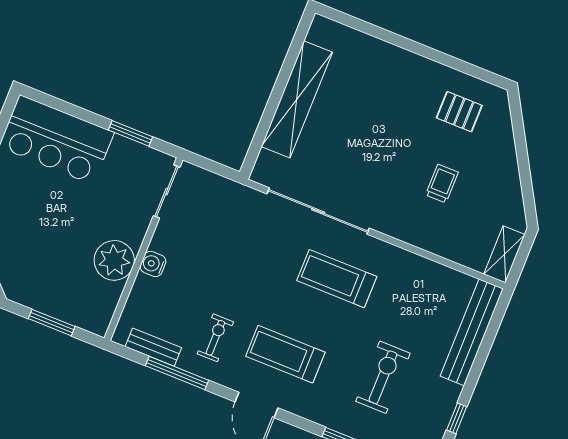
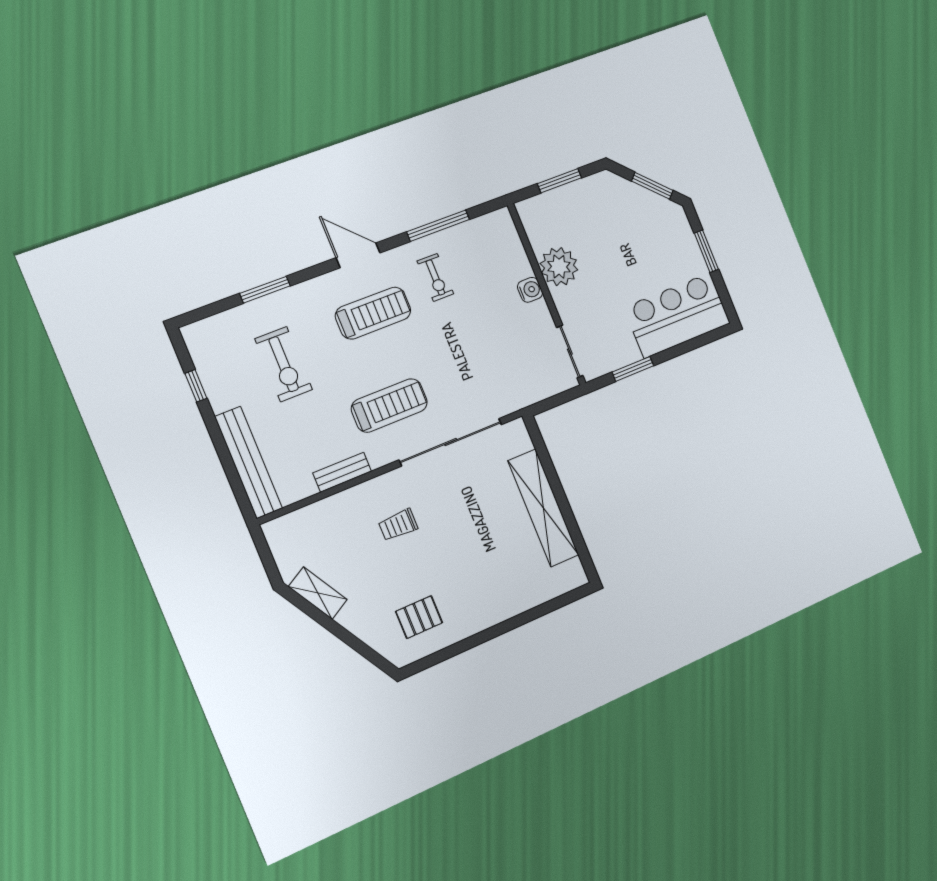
trolley: (442, 184) -> (398, 525), moved, turned 90
shelving: (504, 254) -> (318, 593), moved, turned -30
bench: (153, 347) -> (342, 472), moved

